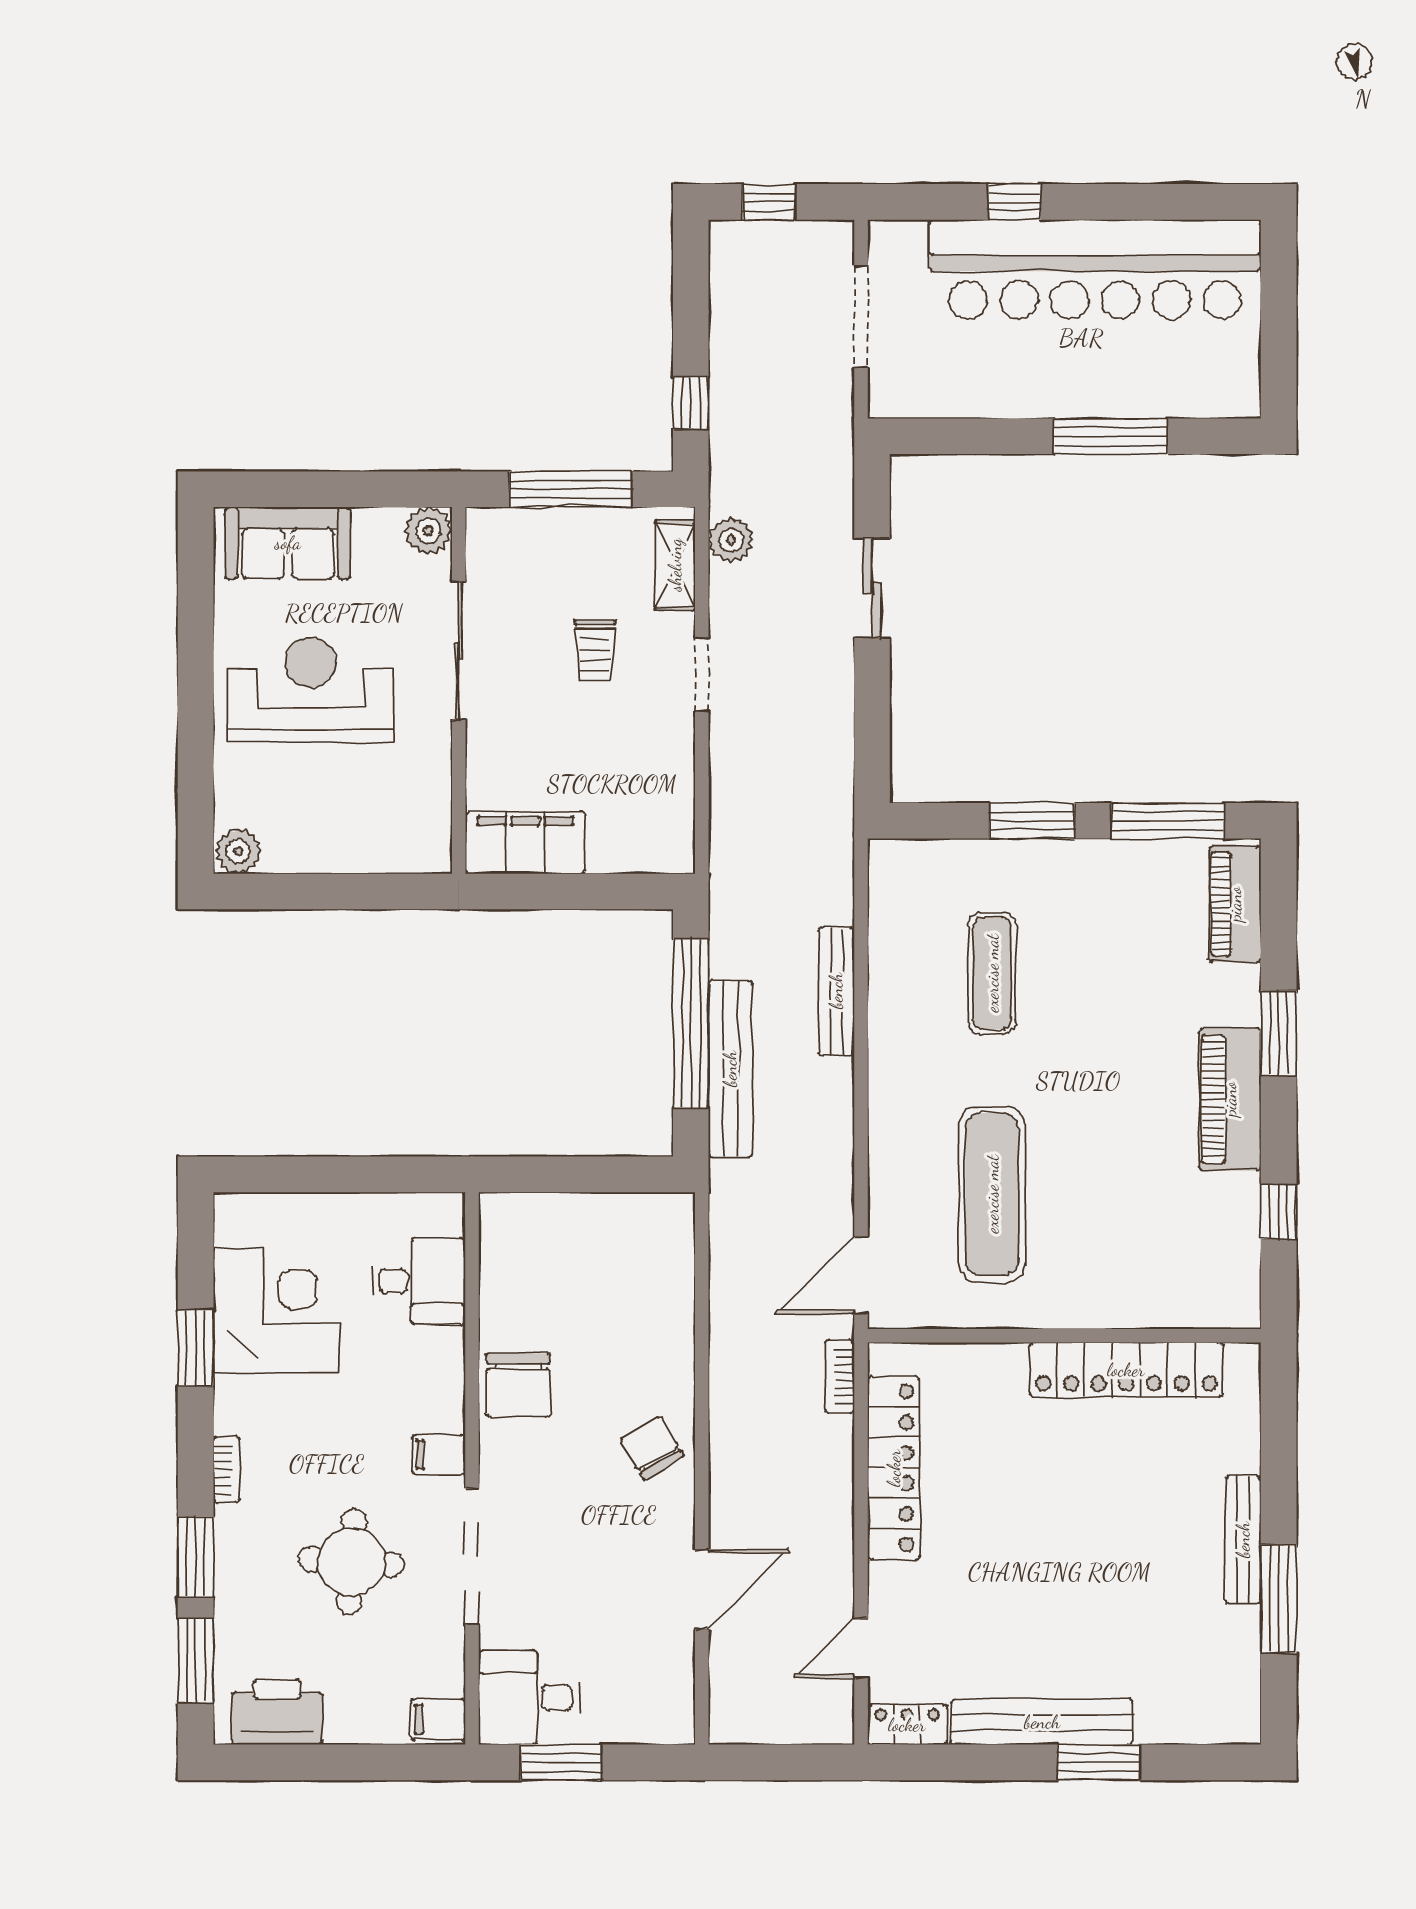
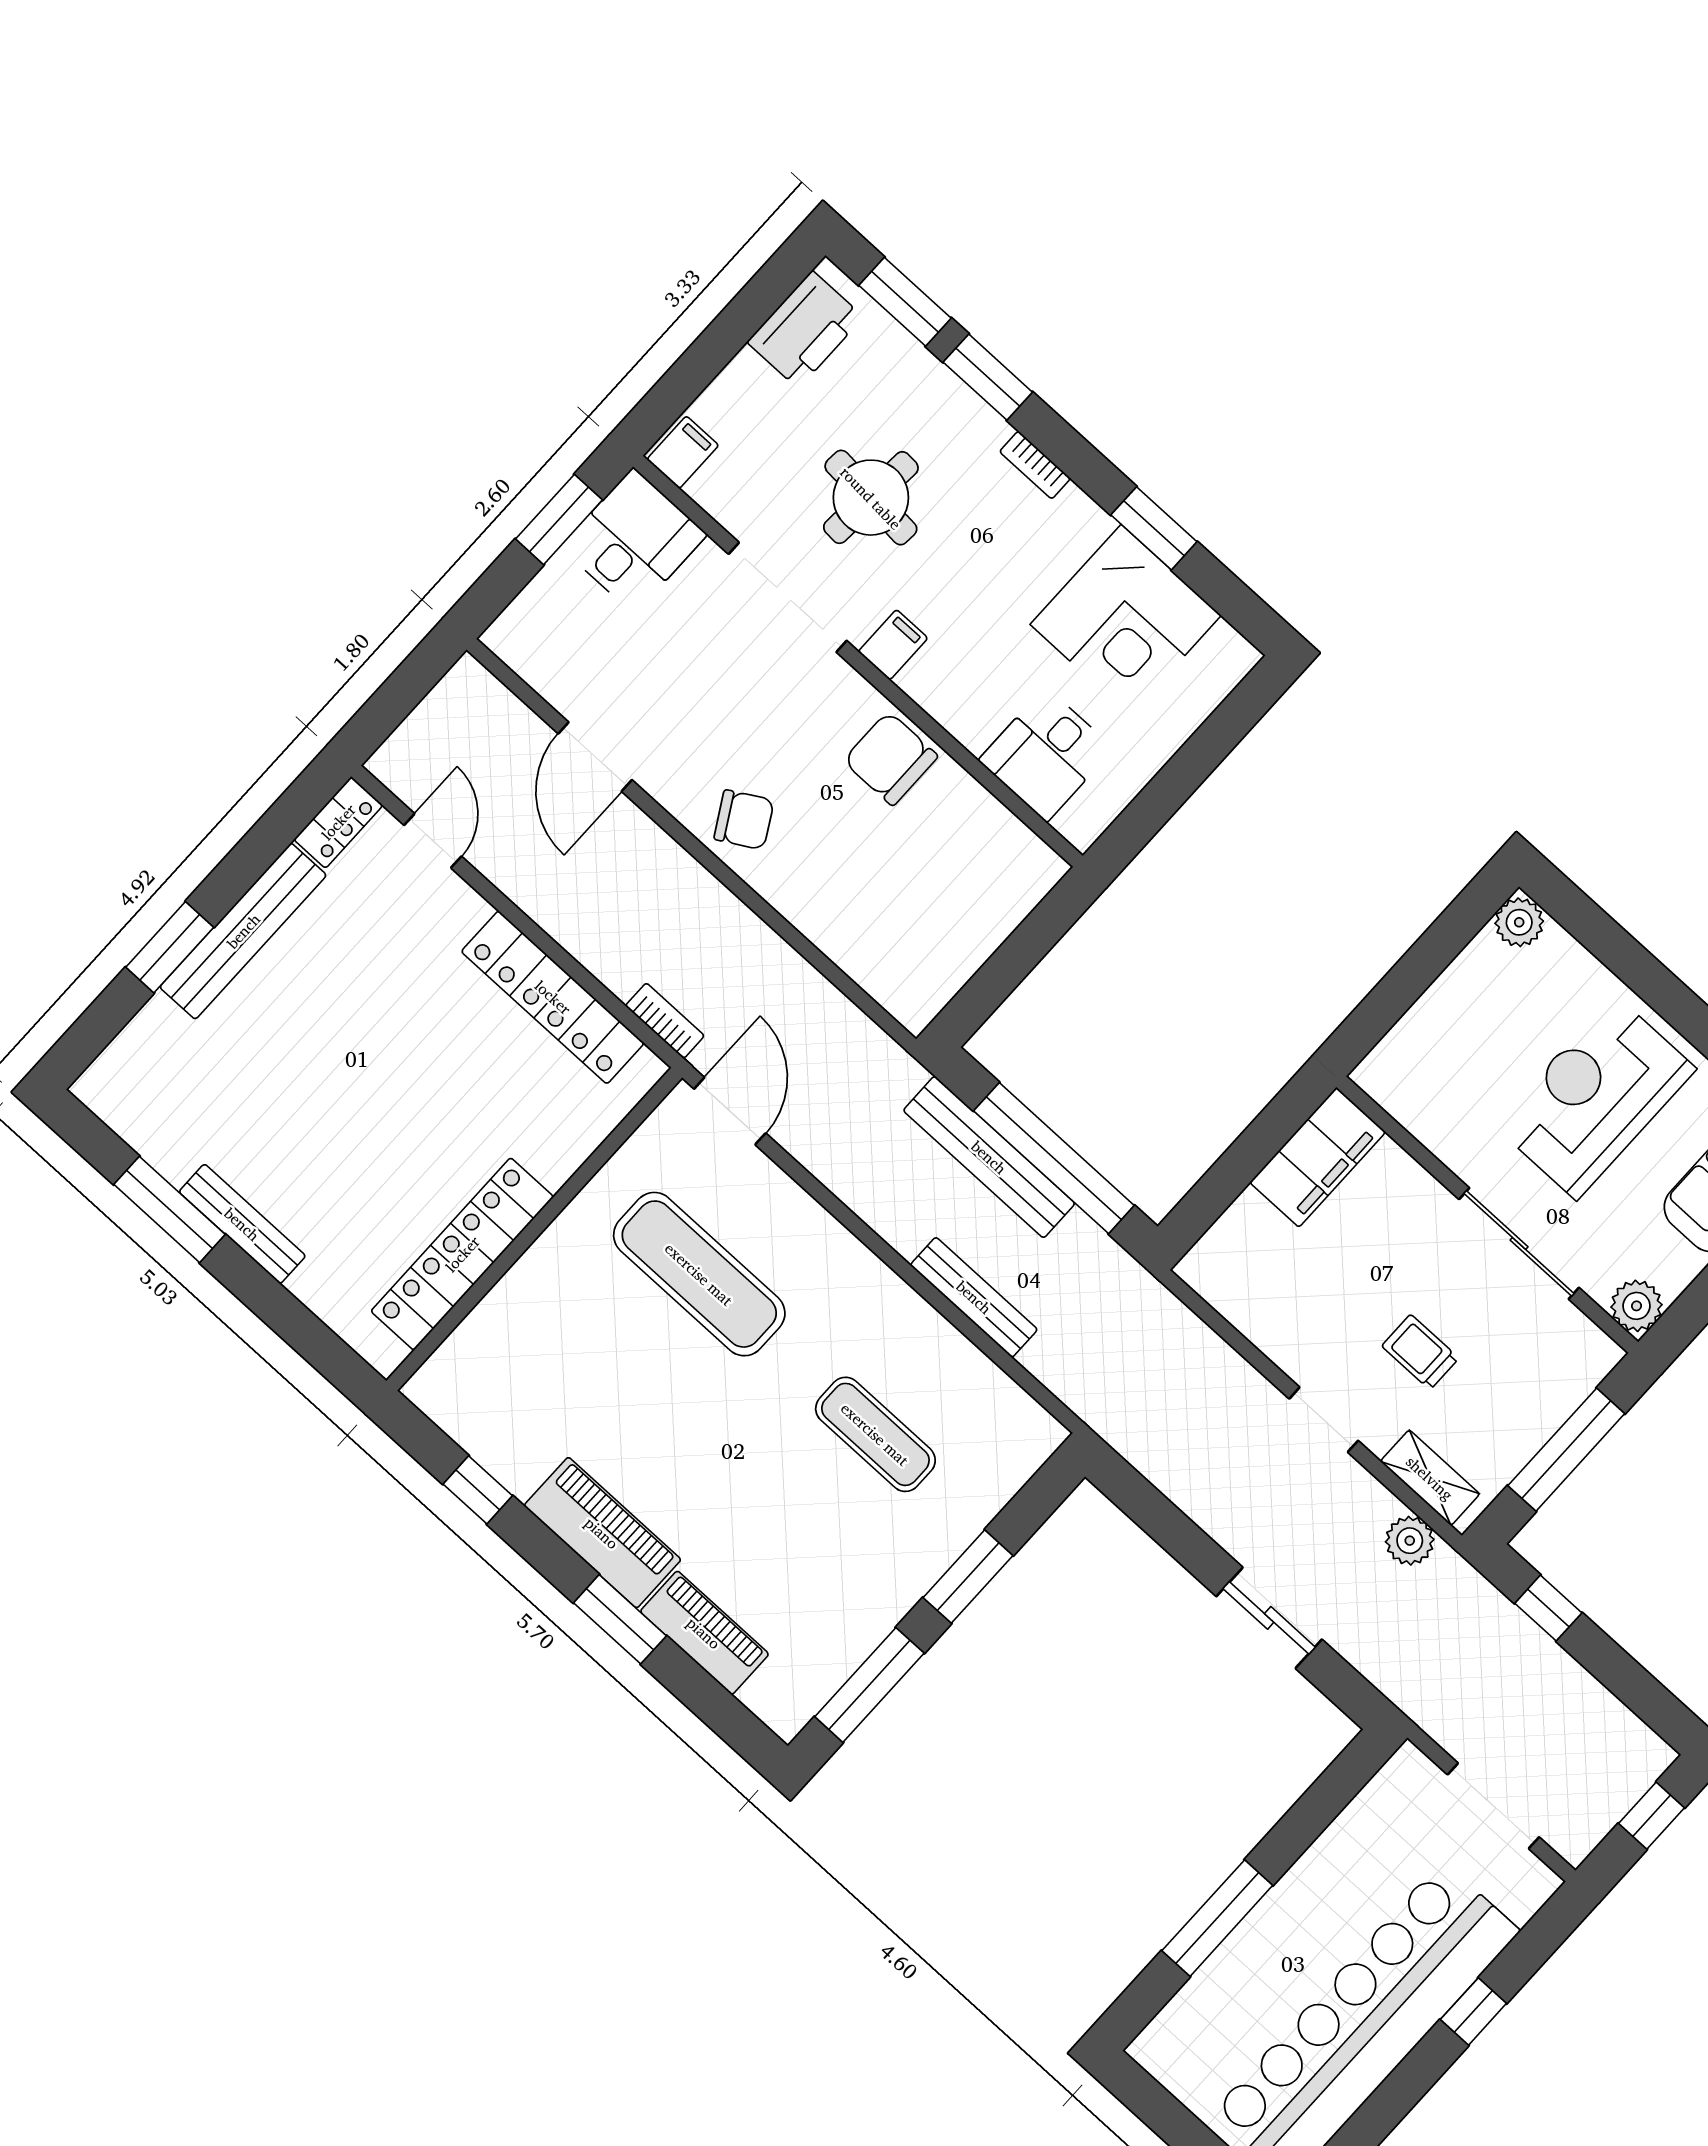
reception desk: (311, 690) -> (1595, 1097), turned 180
piano: (1235, 904) -> (704, 1633), moved

